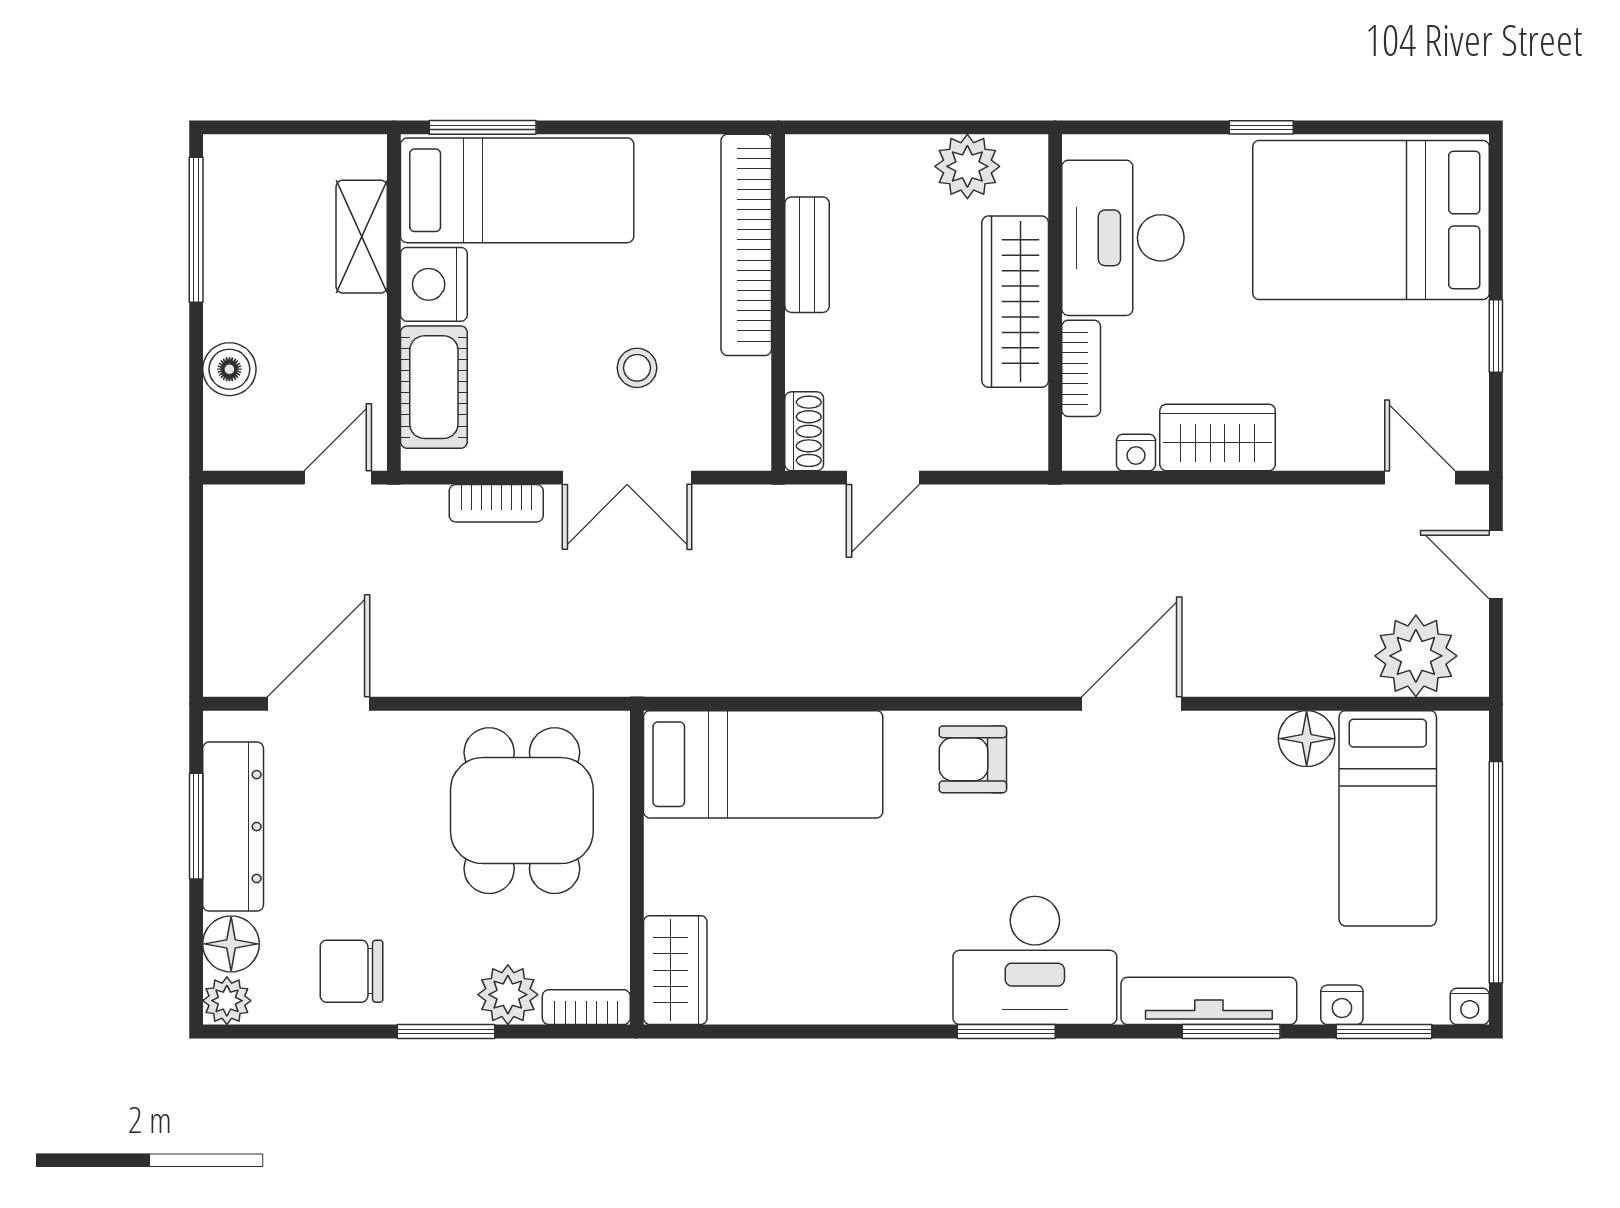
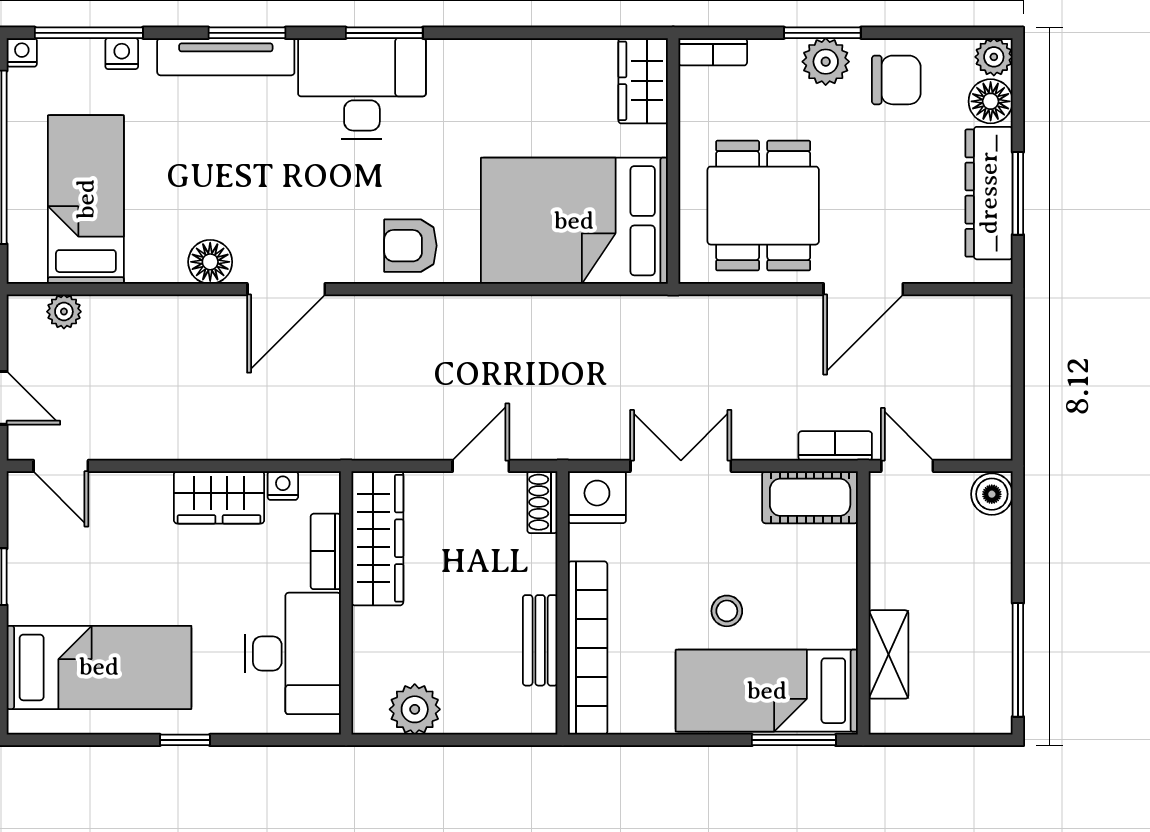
bed: (1371, 220) -> (99, 667), width x0.67
nightstand: (434, 284) -> (597, 497), moved, turned -90
wardrobe: (1015, 302) -> (377, 538), moved
stool: (637, 368) -> (727, 611), moved
boiler: (229, 369) -> (992, 494), moved
cot: (434, 387) -> (810, 497), moved, turned 90
door: (338, 478) -> (907, 466), swing flipped
bookcase: (496, 503) -> (835, 446), moved
plant: (1416, 656) -> (64, 312), width x0.53, depth x0.53
door: (319, 704) -> (863, 289), moved
floor lamp: (1307, 739) -> (210, 262), moved
armchair: (973, 759) -> (410, 246), turned 180
bed: (763, 764) -> (574, 221), width x1.50
plant: (508, 995) -> (826, 62), moved
window: (1231, 1031) -> (247, 33), moved
window: (1384, 1031) -> (89, 33), width x1.44

